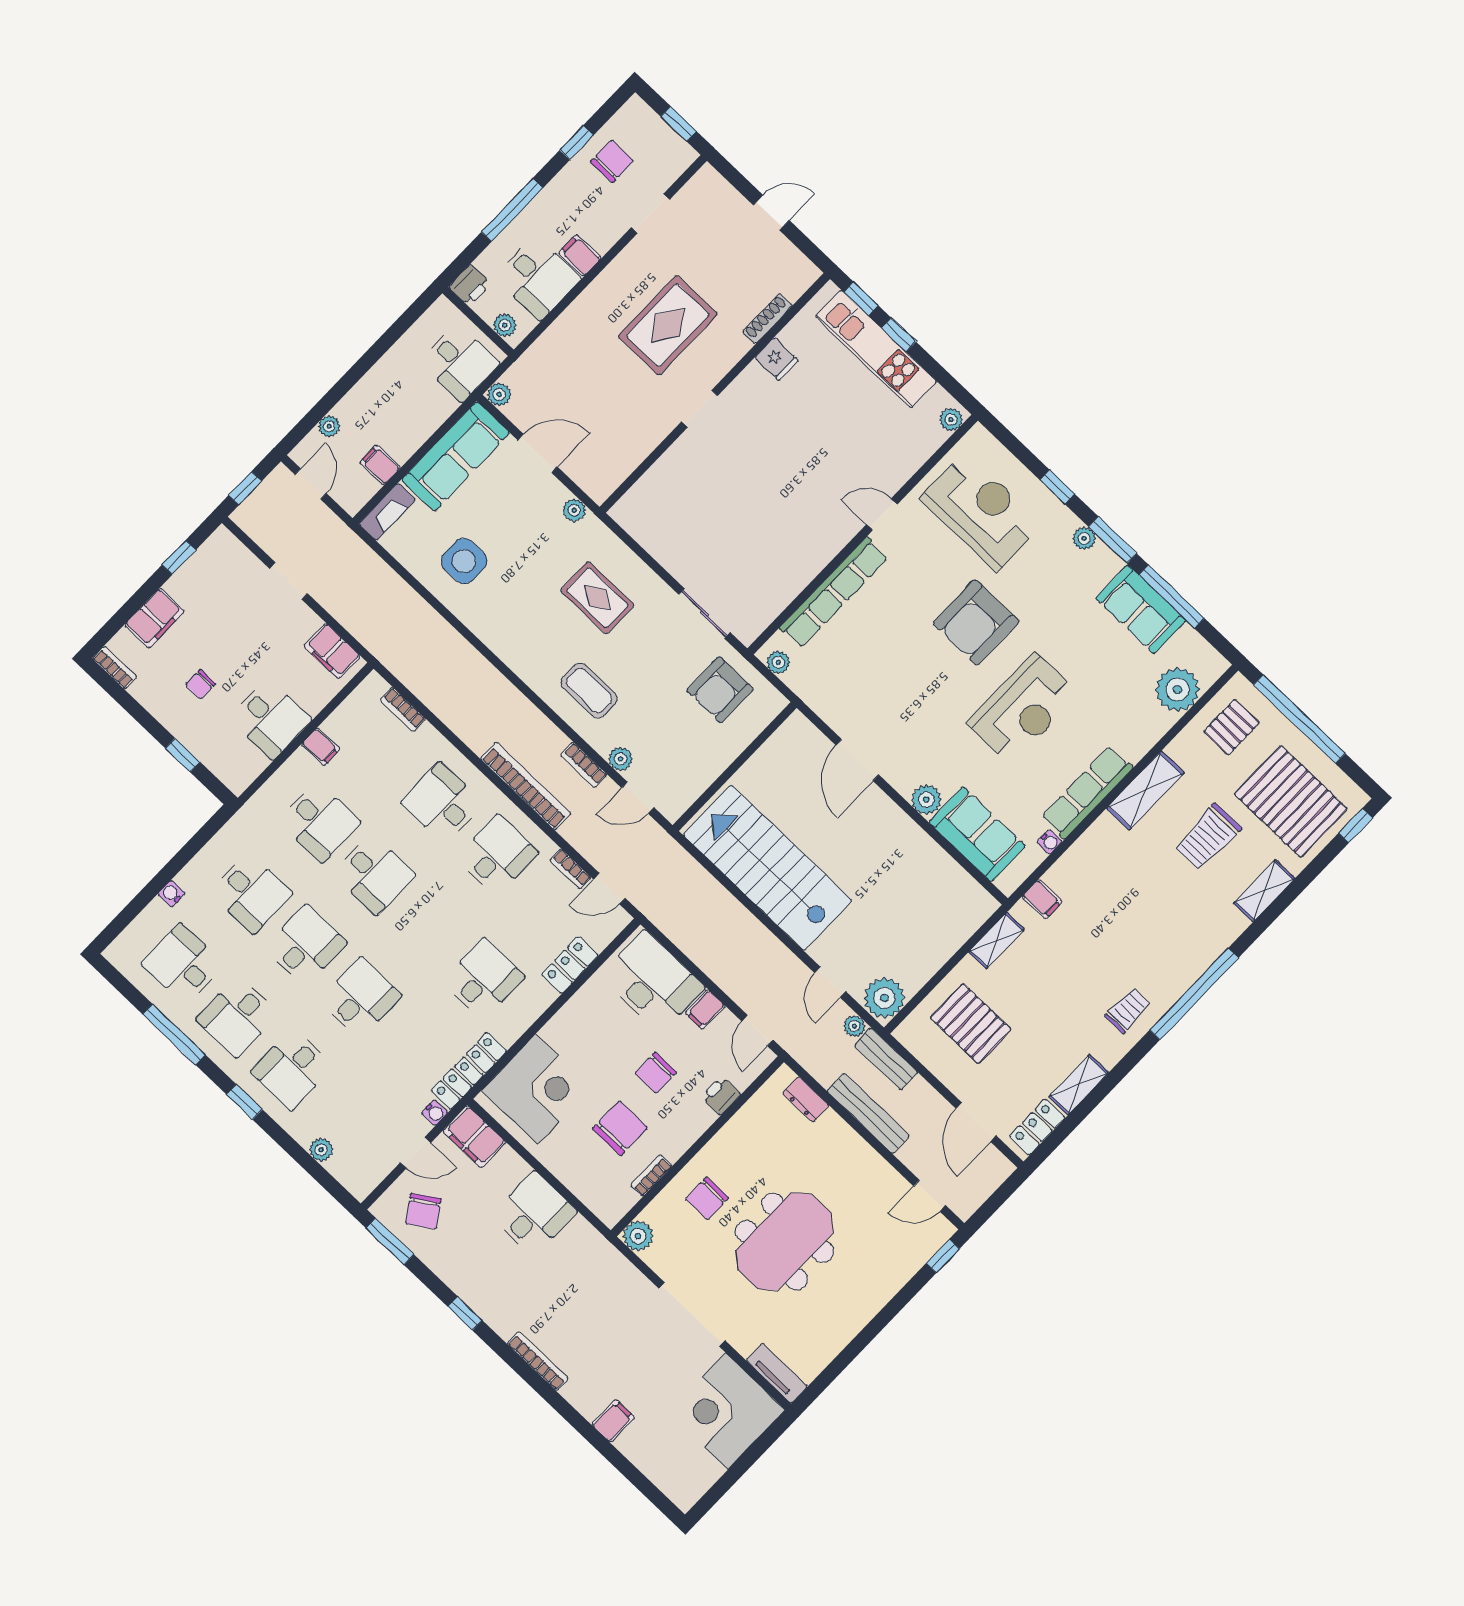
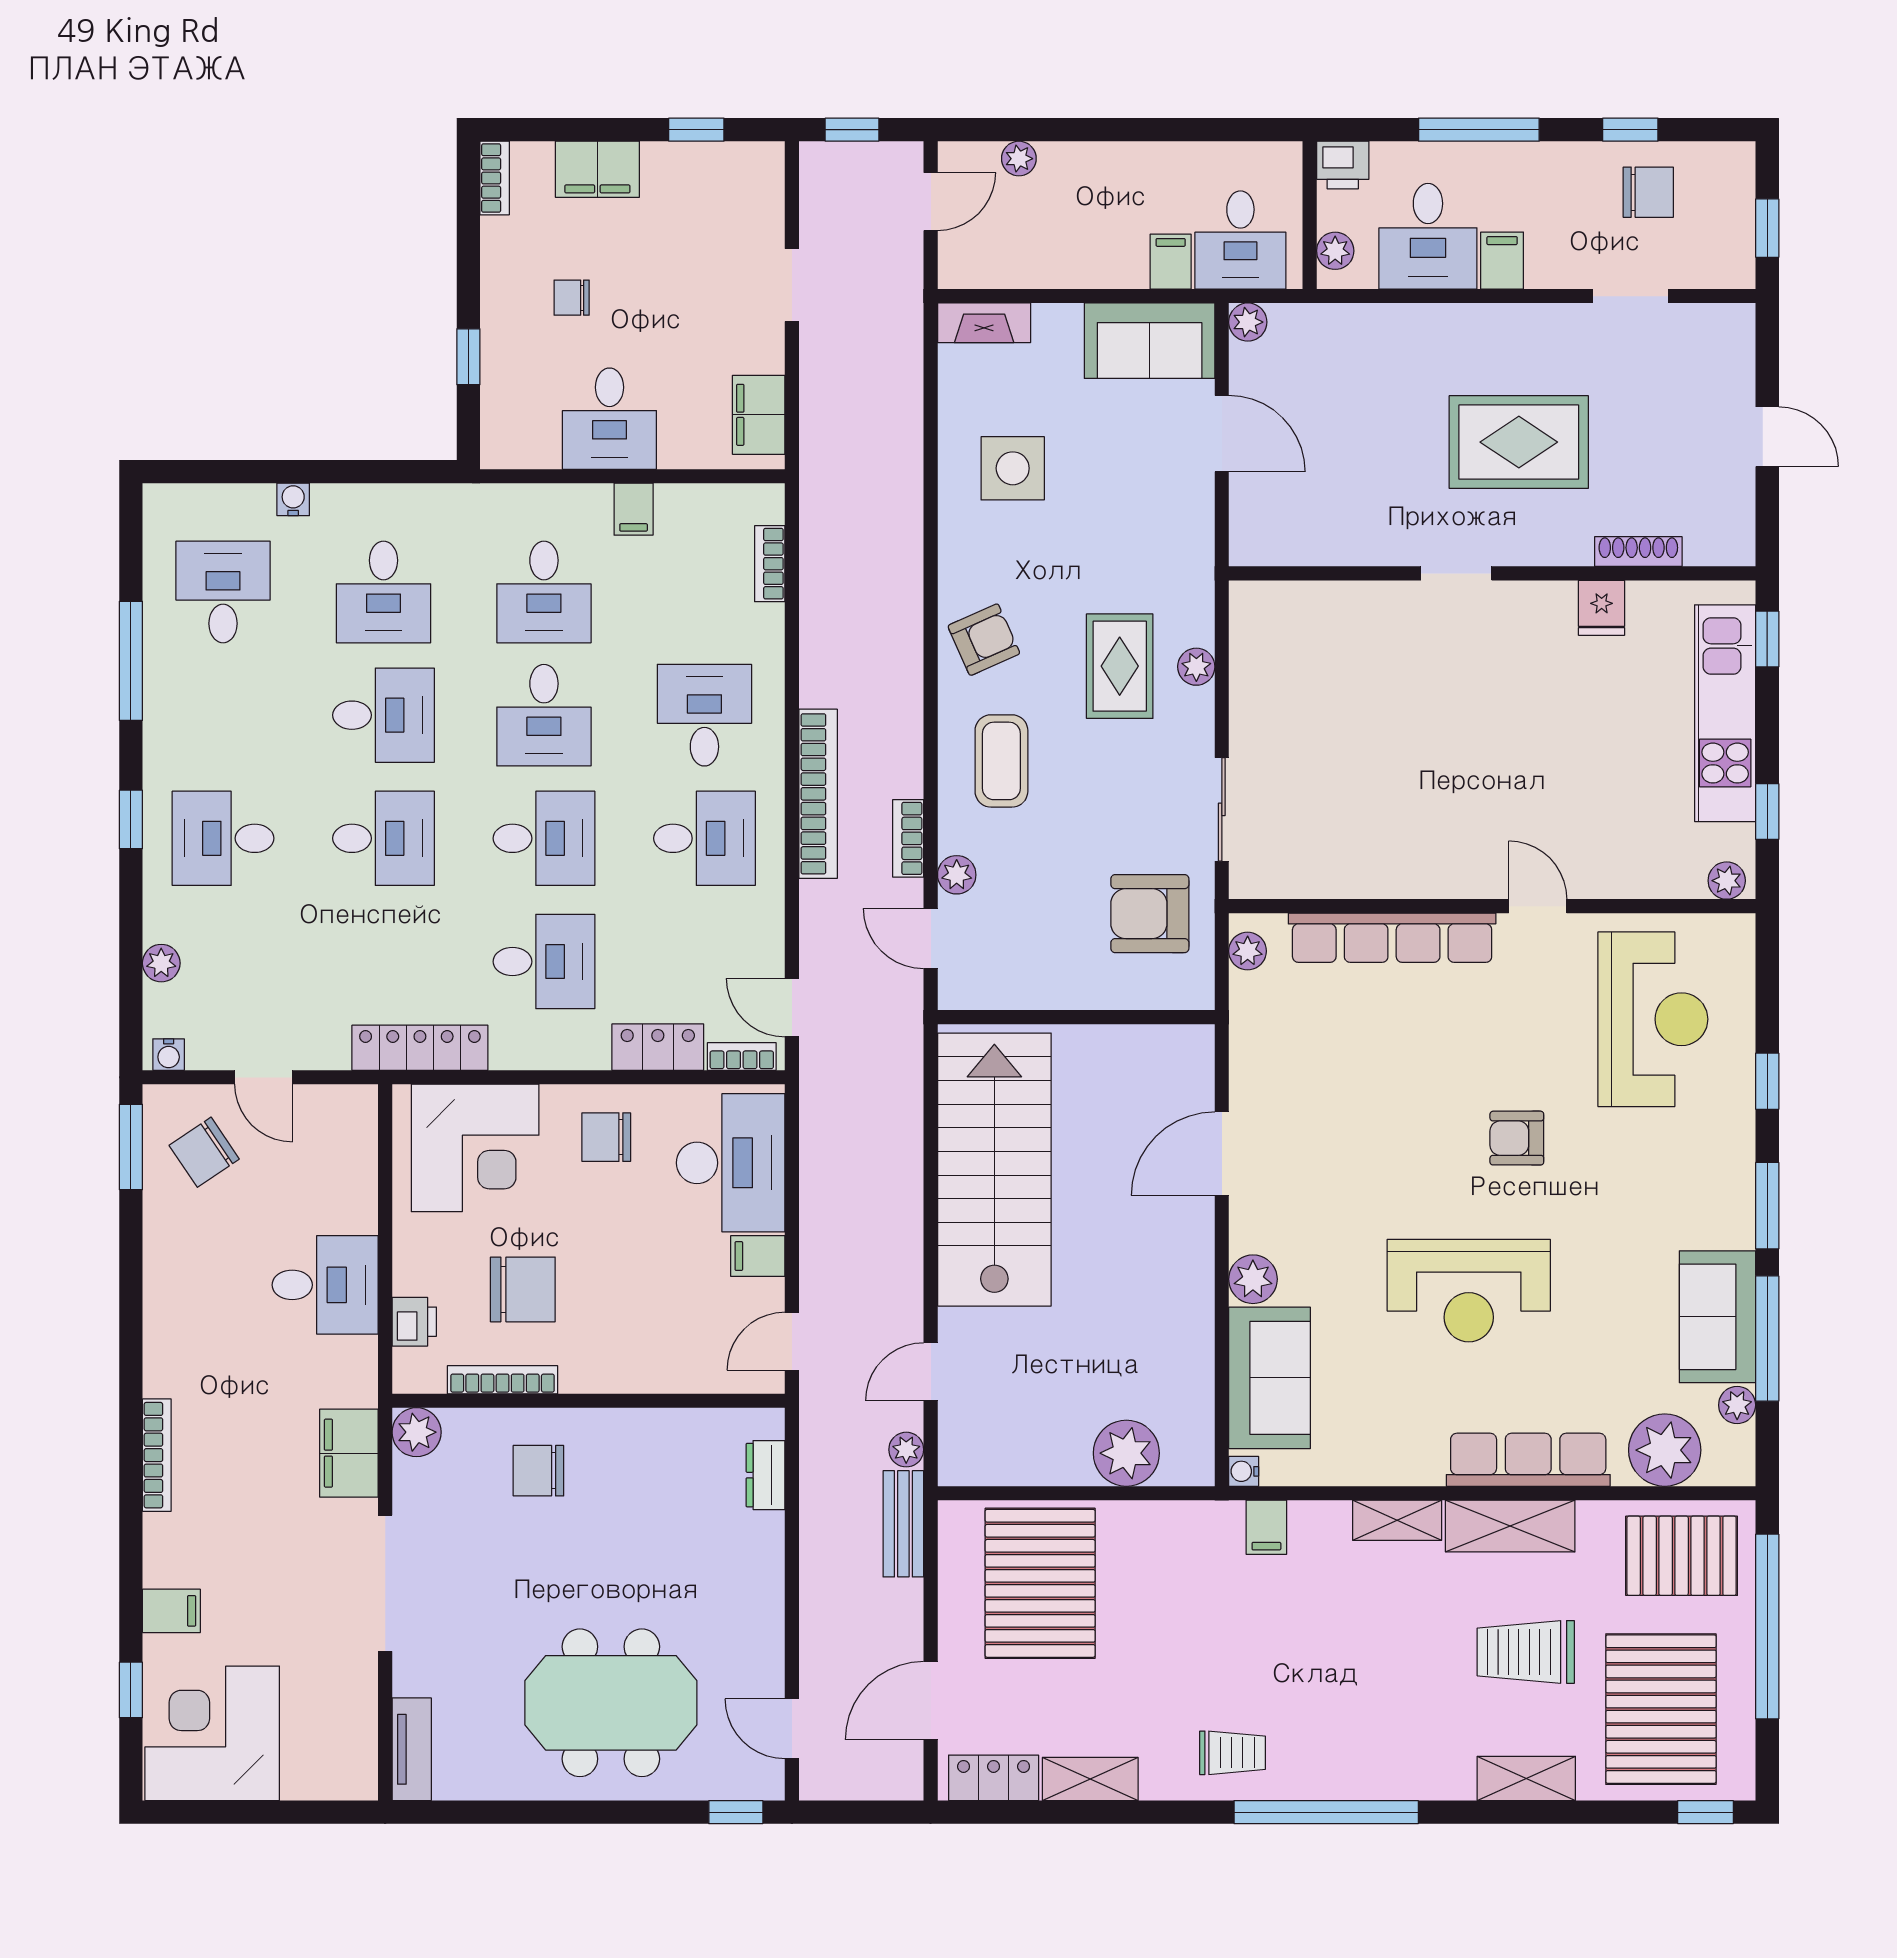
window: (899, 335) -> (1767, 812), moved
sofa: (456, 456) -> (1150, 341), width x0.73
filing cabinet: (380, 465) -> (1171, 262), moved
plant: (574, 510) -> (1196, 667), moved
plant: (1084, 538) -> (1737, 1405), moved
armchair: (976, 622) -> (1517, 1138), width x0.53, depth x0.53
armchair: (528, 647) -> (984, 640), added
pallet: (1232, 727) -> (1682, 1556), width x1.50, depth x1.42
row of seats: (1087, 792) -> (1528, 1460), moved
water cooler: (1049, 842) -> (1244, 1471), moved, turned 90
bookcase: (570, 869) -> (742, 1056), moved, turned 90
shelving: (996, 941) -> (1397, 1520), moved
plant: (884, 998) -> (1126, 1453), moved
desk: (237, 1017) -> (544, 838), moved, turned 180
pallet: (971, 1024) -> (1040, 1583), width x1.37, depth x1.41
chair: (656, 1073) -> (606, 1137), moved
printer: (721, 1096) -> (414, 1322), moved, turned 90
water cooler: (435, 1113) -> (169, 1055), moved
bench: (868, 1113) -> (820, 1564), removed
filing cabinet: (474, 1137) -> (349, 1453), moved
bookcase: (651, 1176) -> (503, 1380), width x1.56
meeting table: (785, 1241) -> (611, 1703), moved
window: (465, 1313) -> (131, 1690), moved
corner desk: (727, 1411) -> (212, 1733), moved

